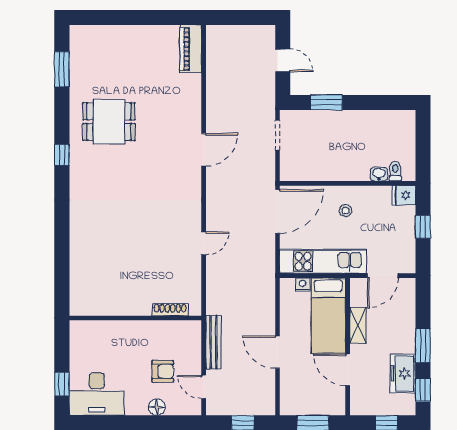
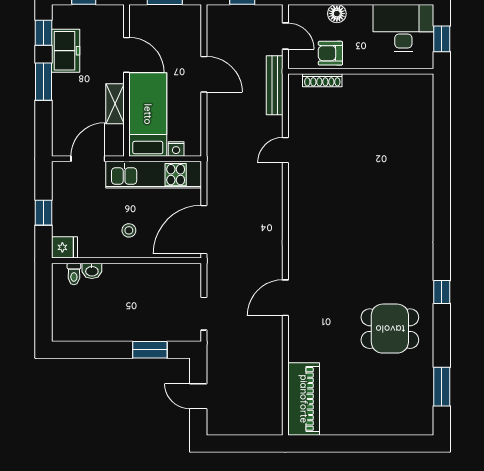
piano: (191, 49) -> (304, 399), width x1.37, depth x1.33
door: (204, 243) -> (285, 150), moved
shoe rack: (170, 310) -> (322, 80), moved
wall: (135, 318) -> (361, 71), moved

